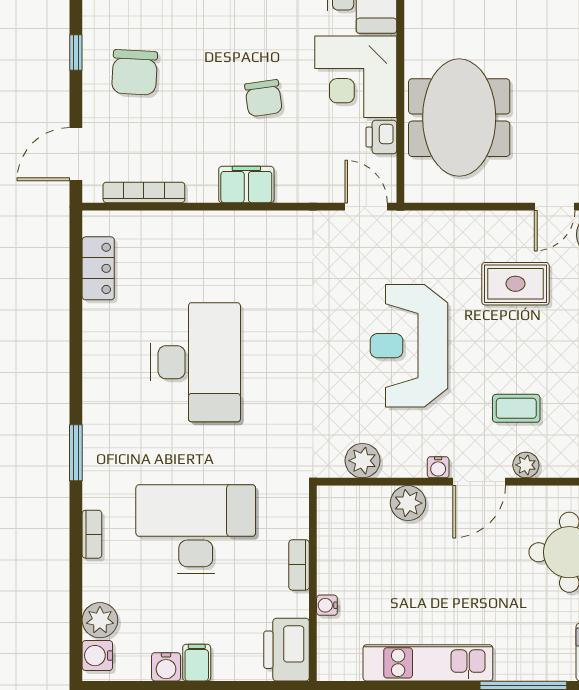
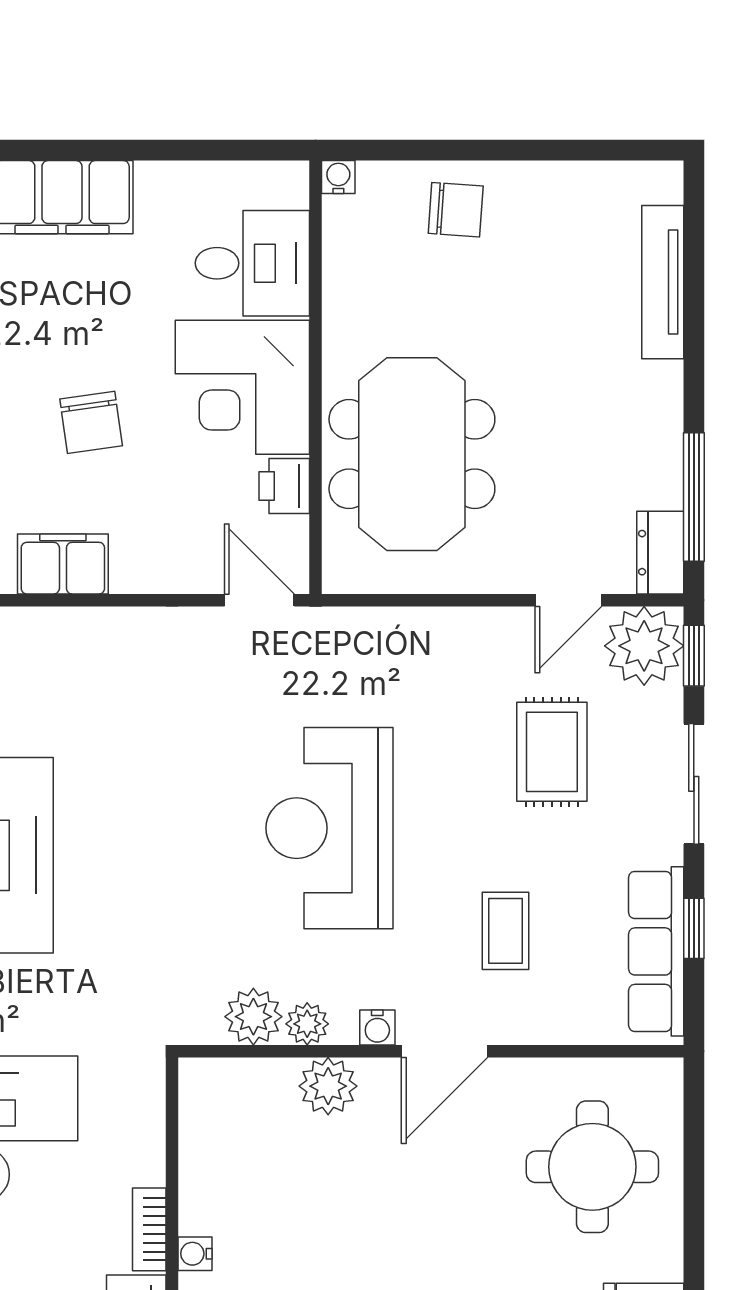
rug: (515, 284) -> (552, 752), moved, turned 90
coffee table: (516, 408) -> (505, 931), turned 90
plant: (526, 465) -> (307, 1024), moved
bookcase: (299, 565) -> (149, 1229), moved

